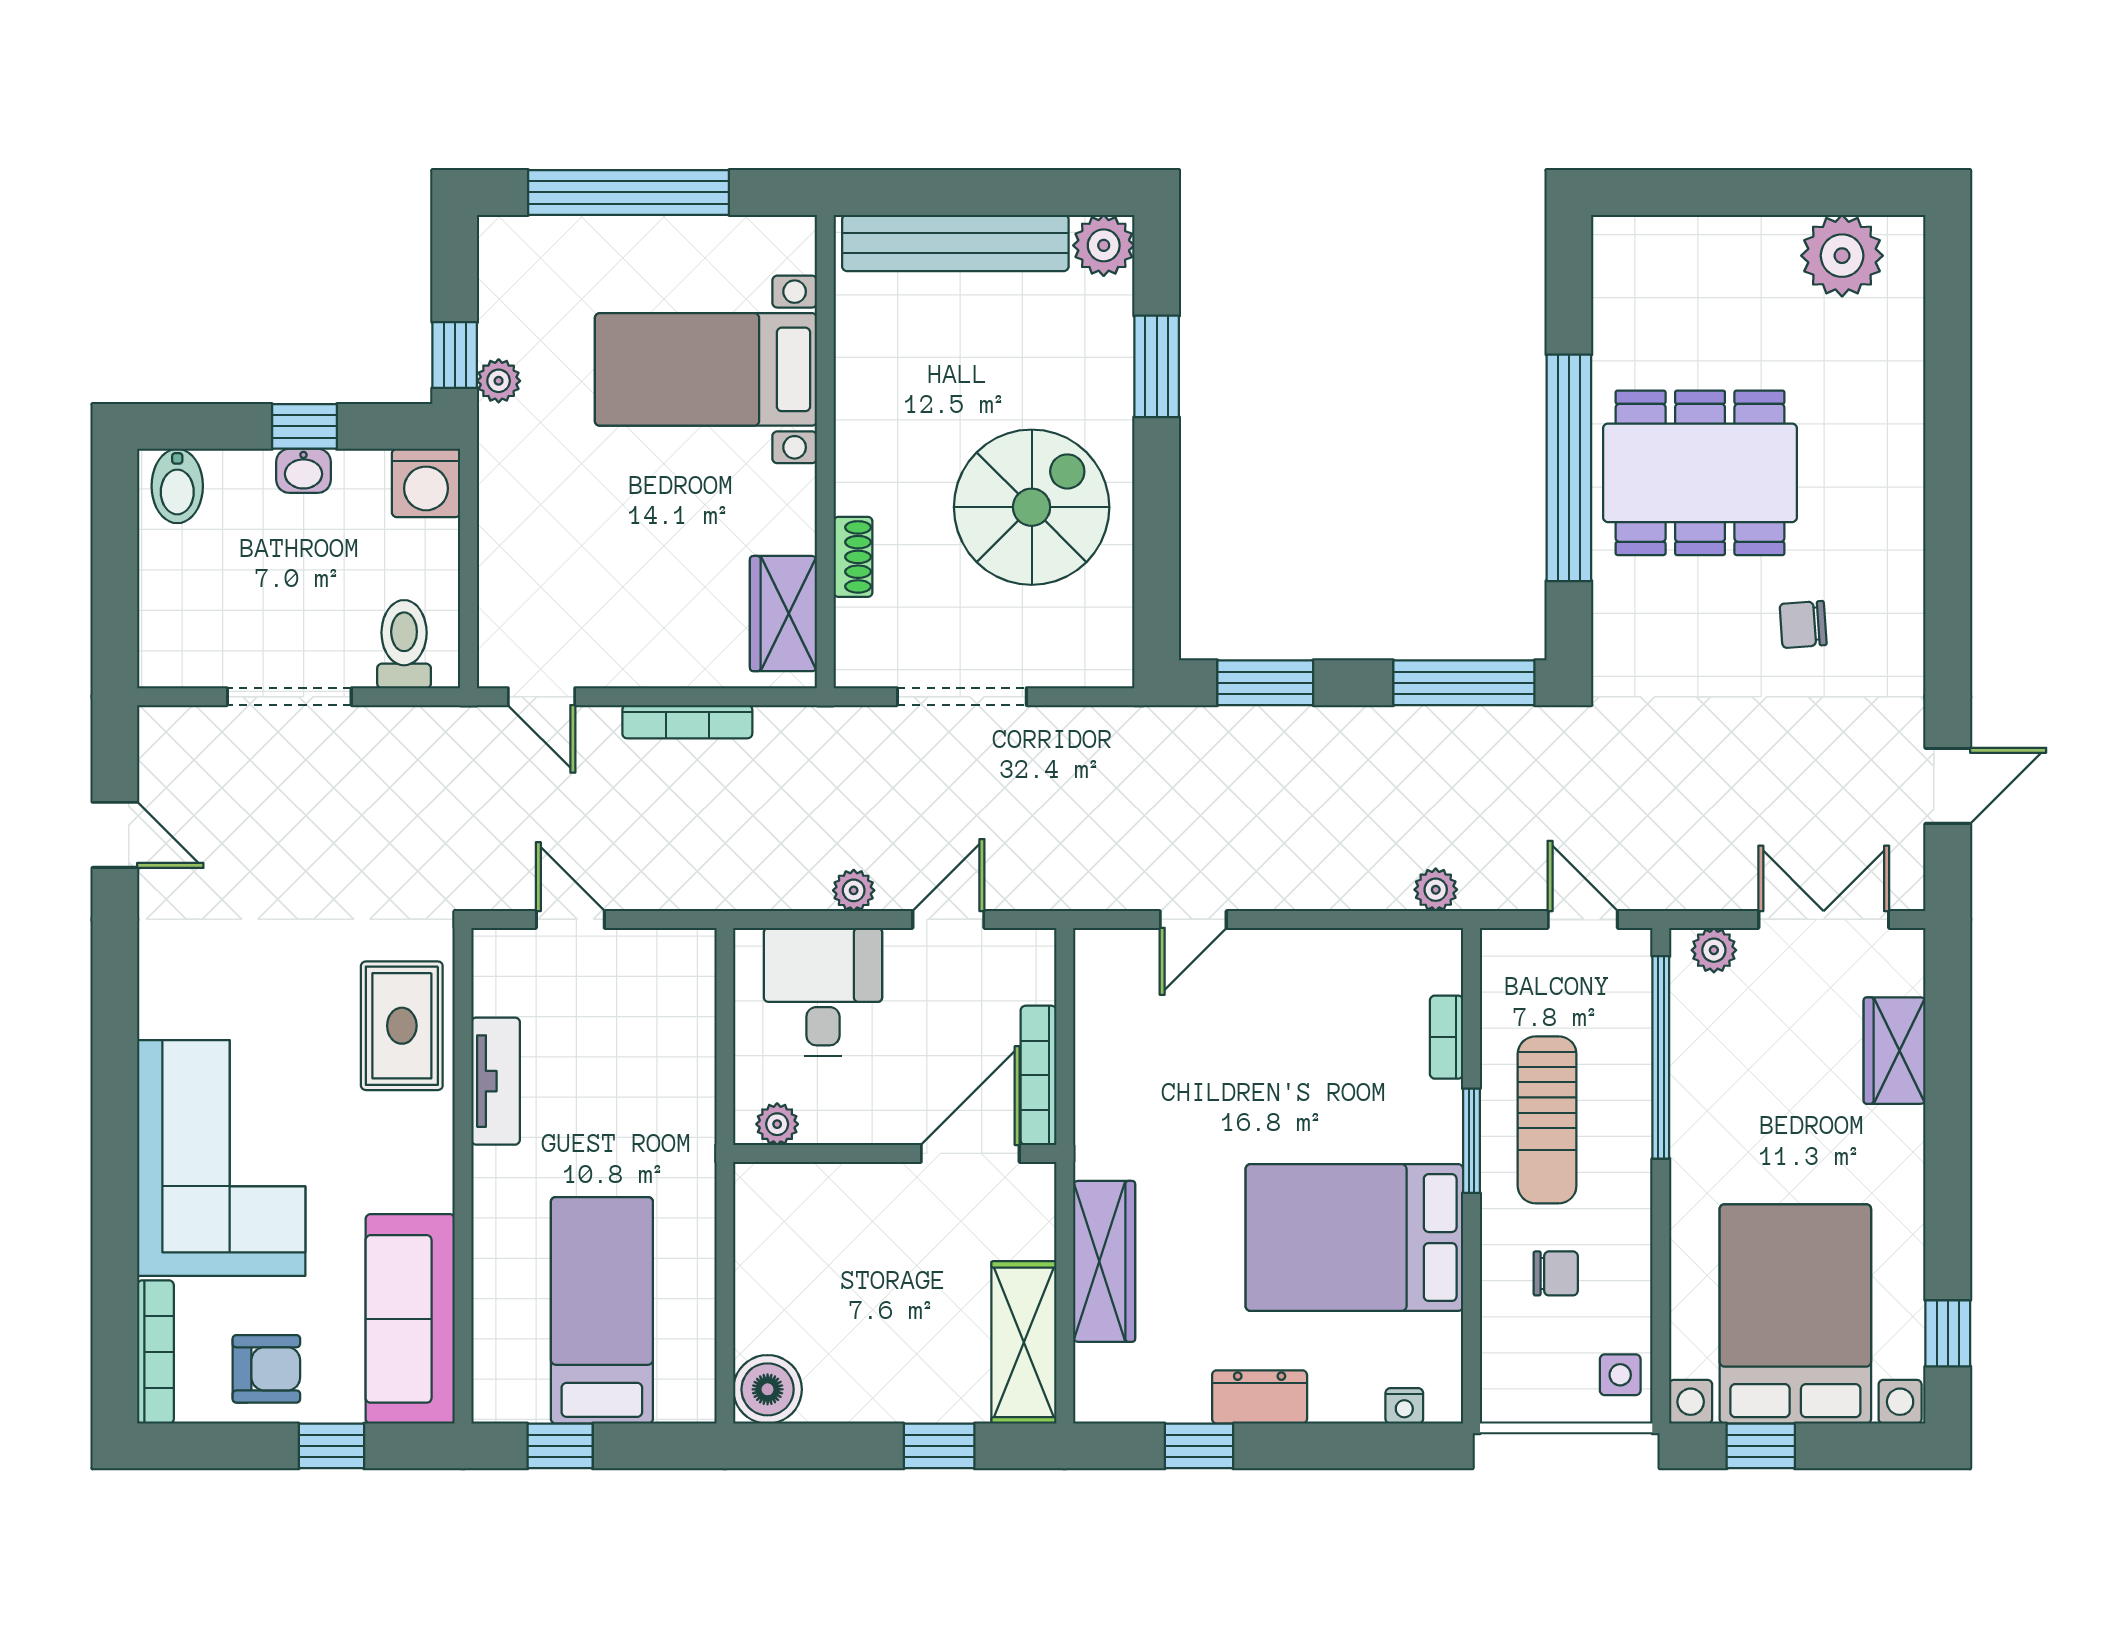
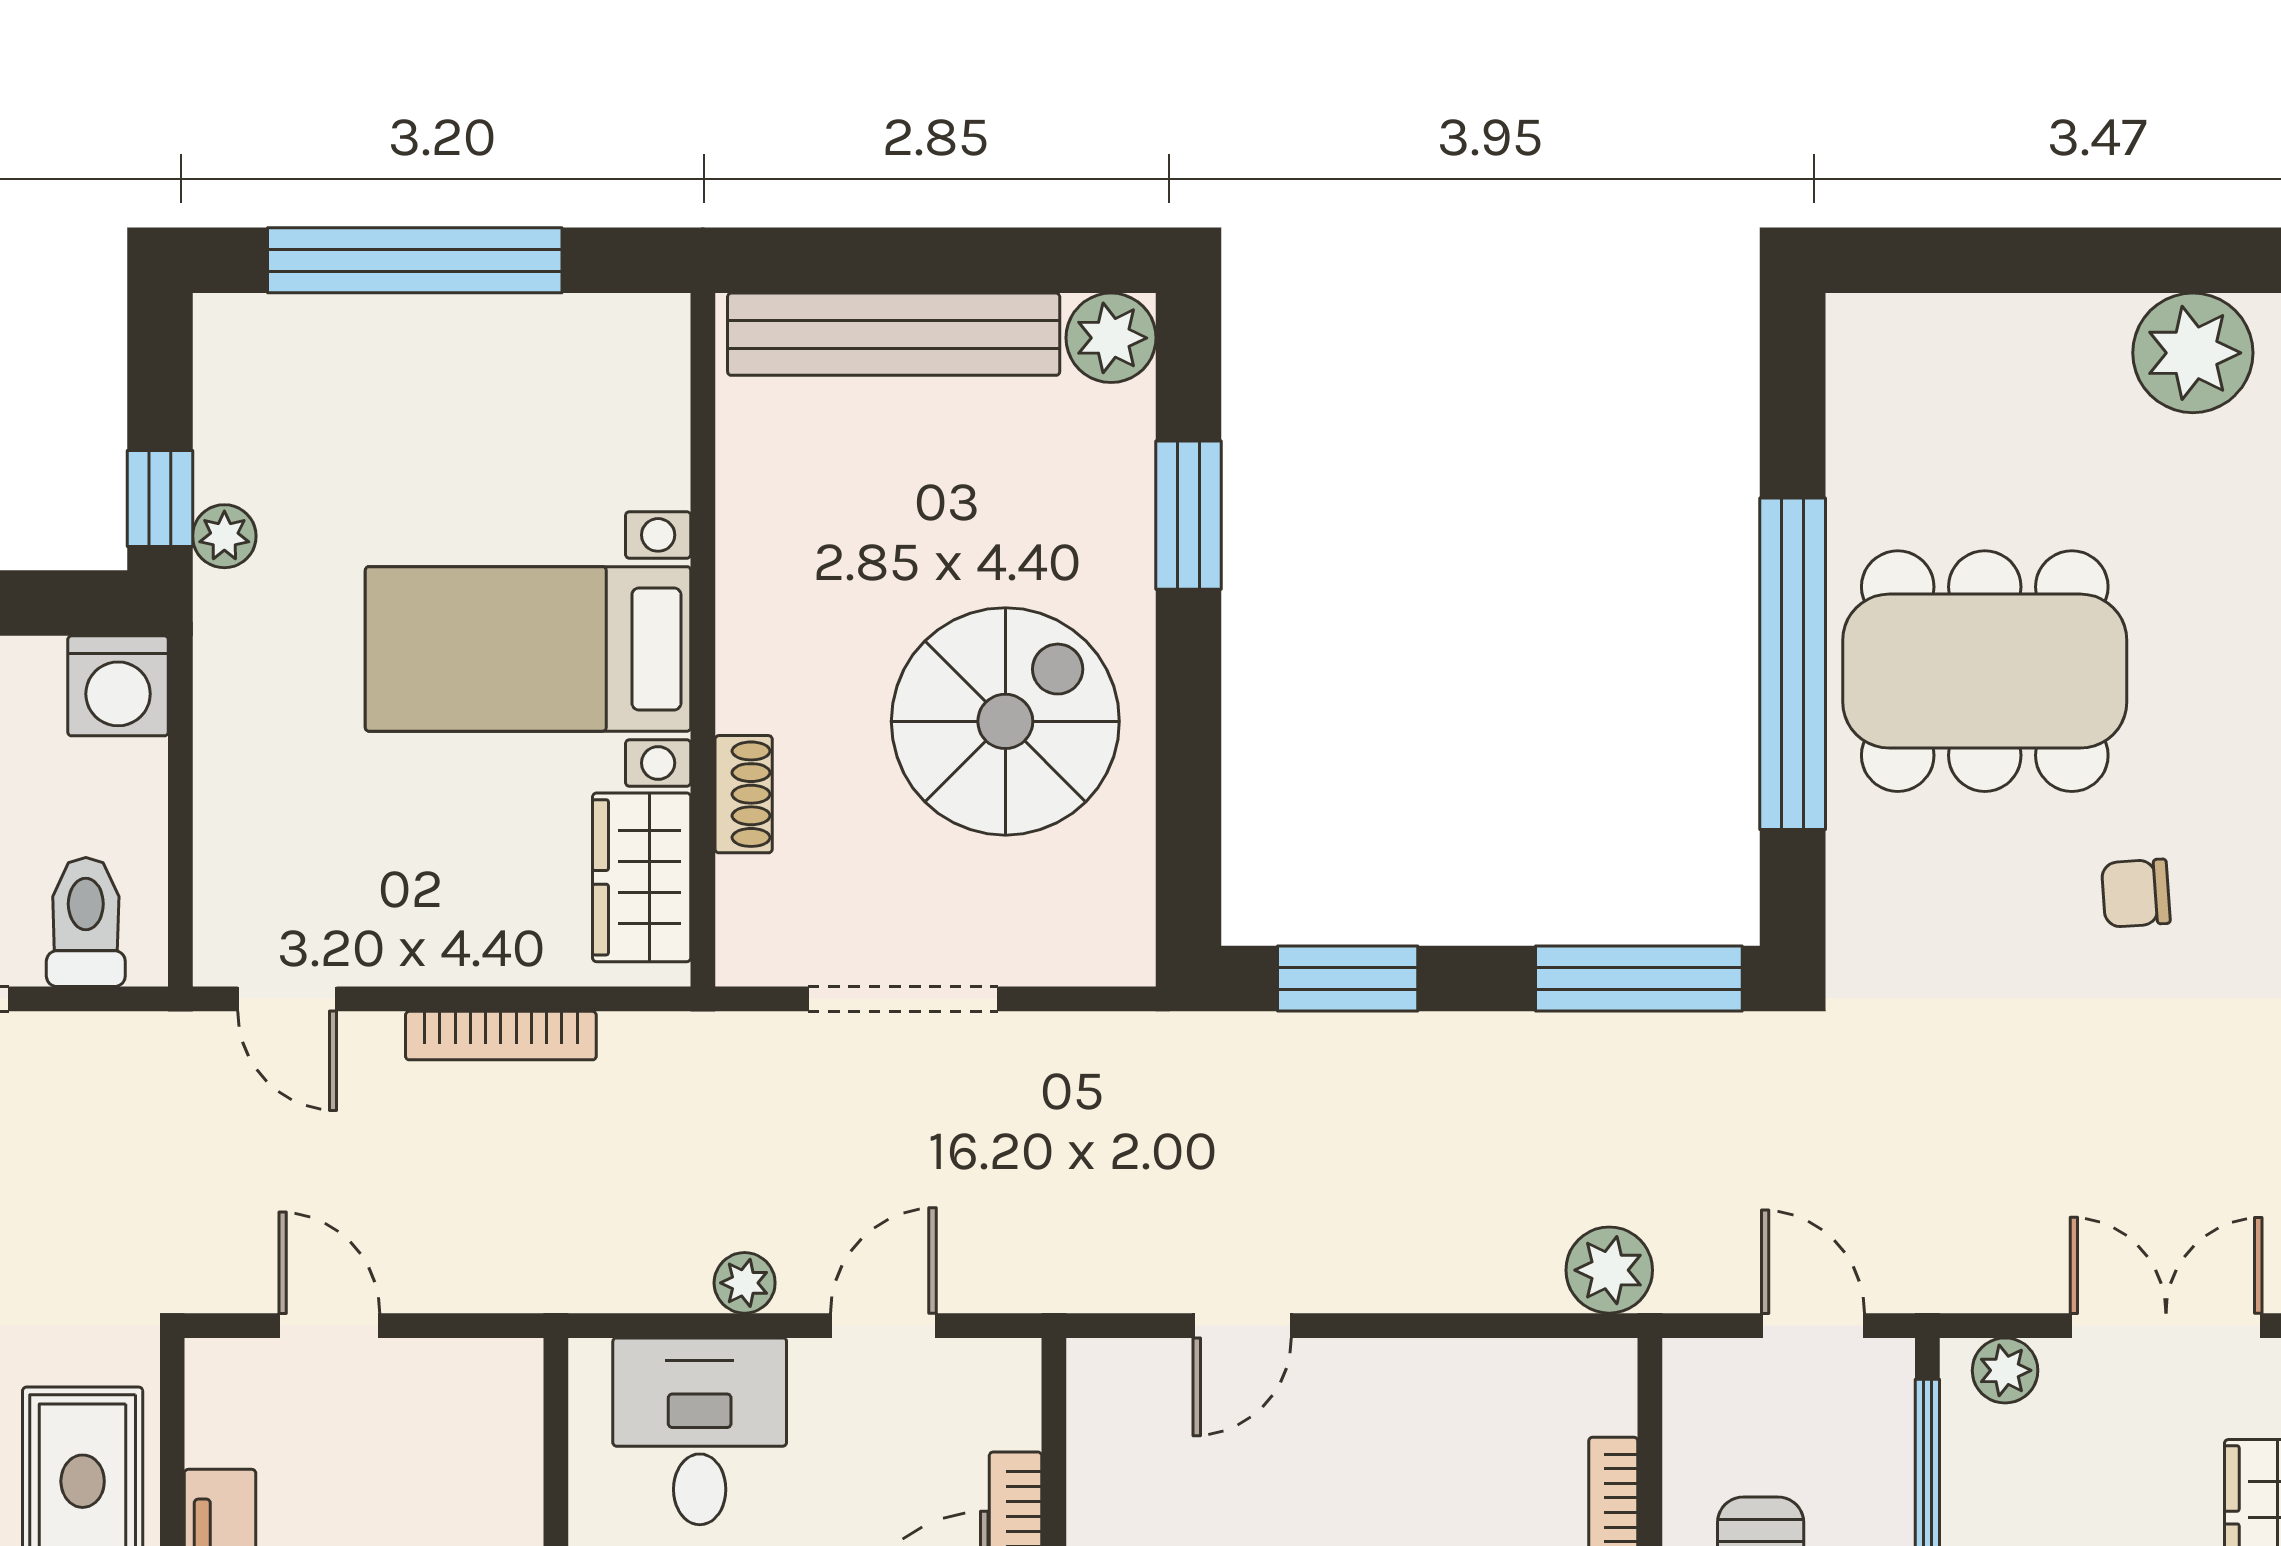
bed with nightstands: (706, 369) -> (528, 649), moved
plant: (1436, 890) -> (1609, 1270), width x1.38, depth x1.38

